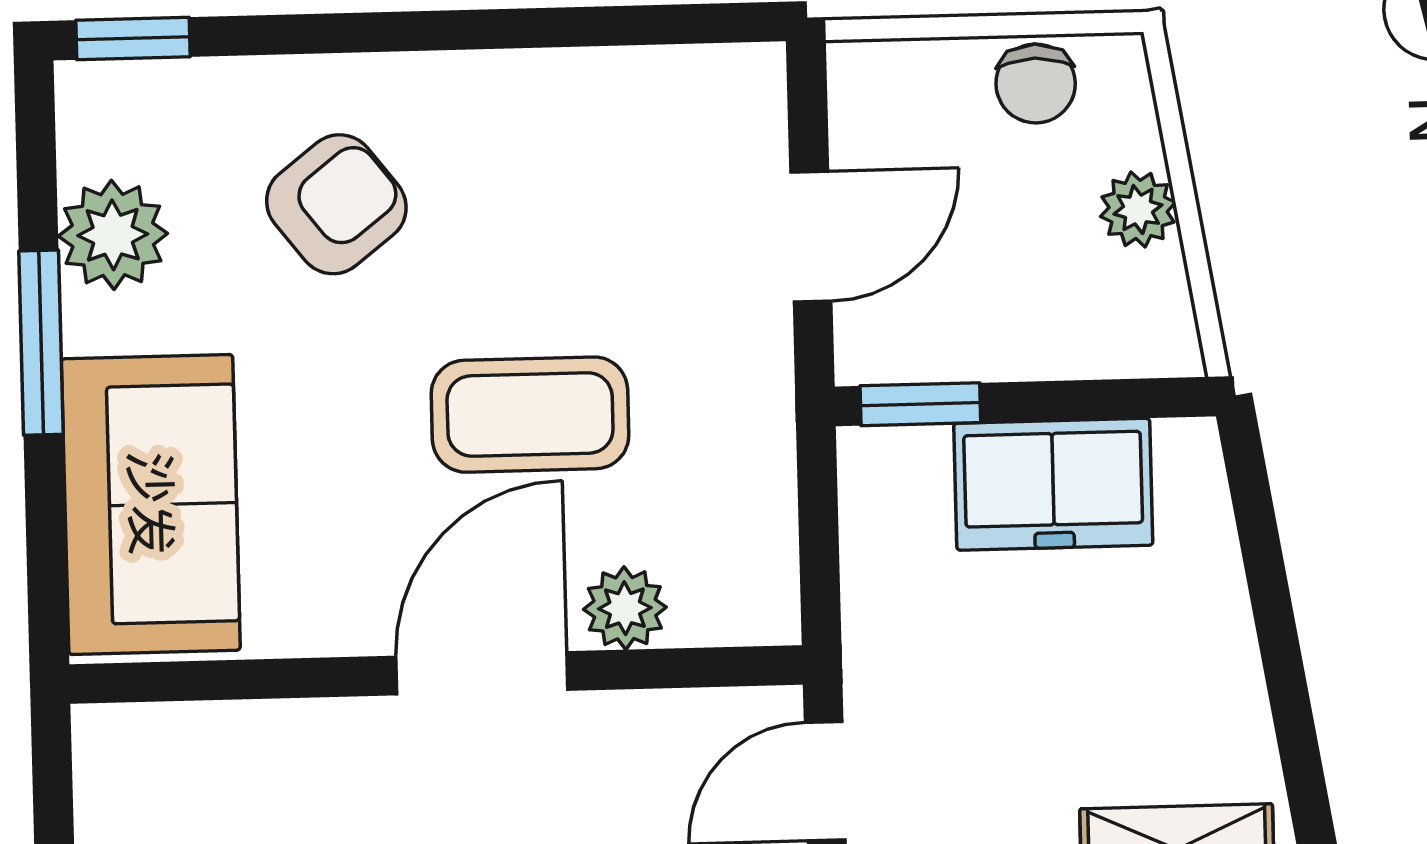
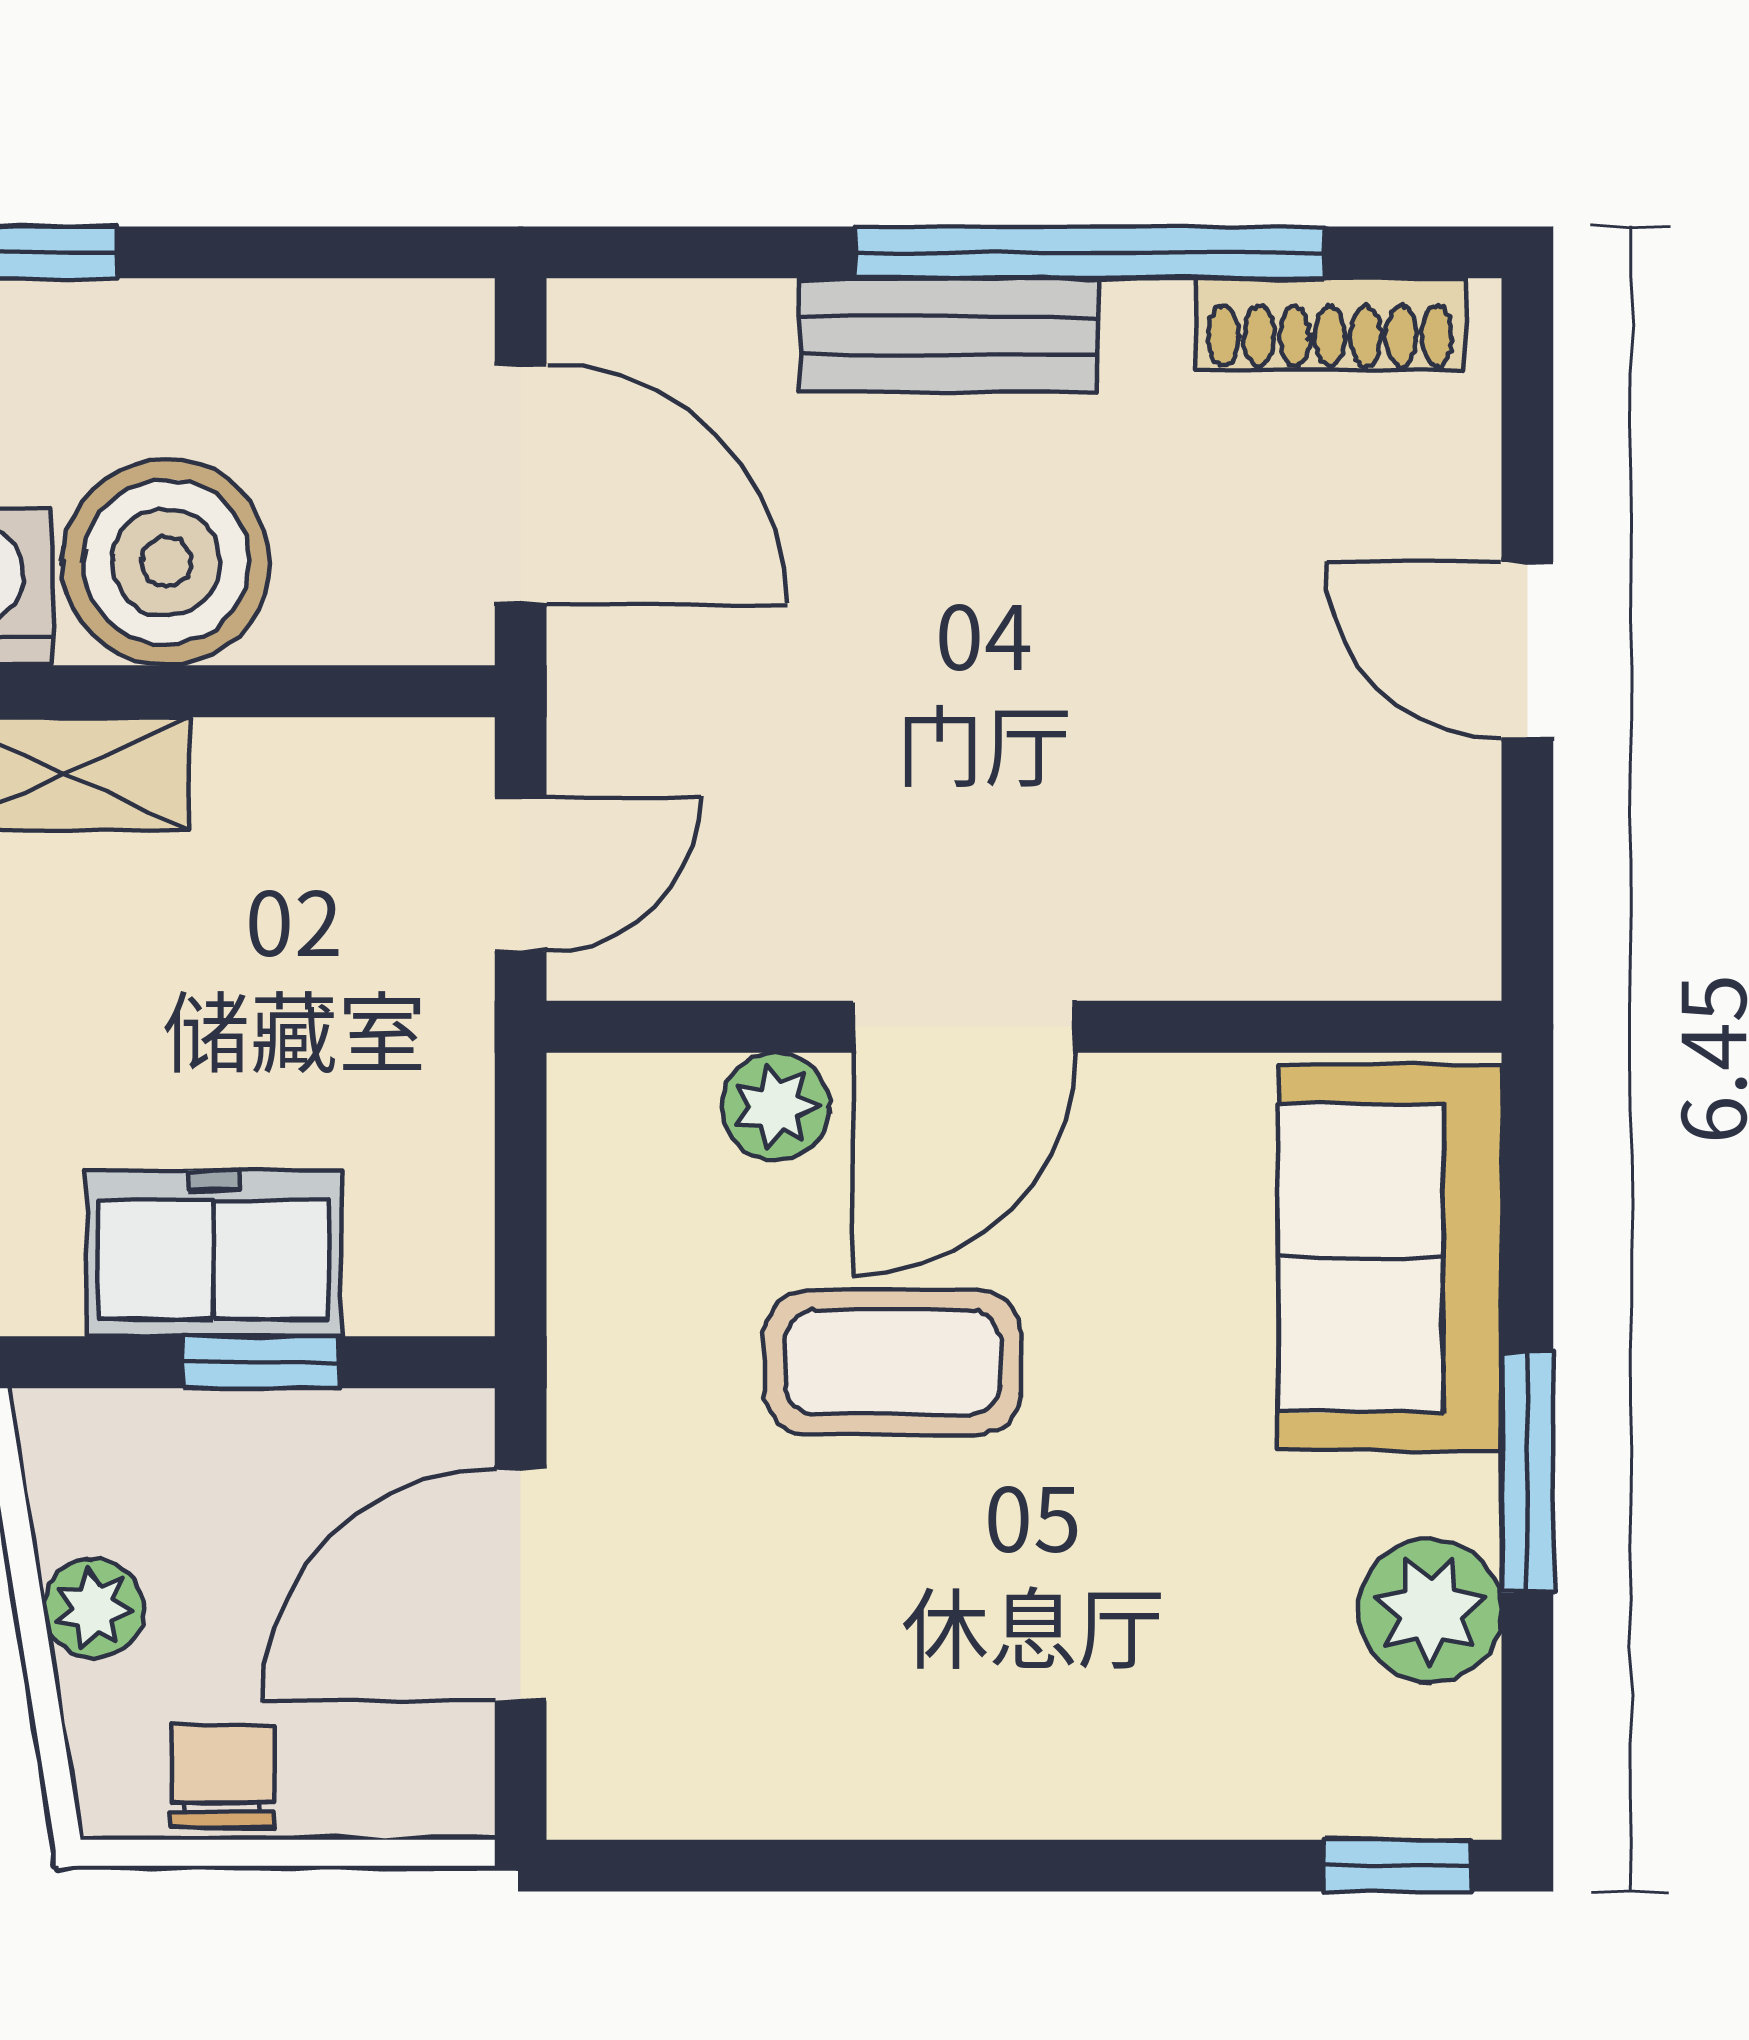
armchair: (336, 204) -> (1138, 1643), removed
door: (811, 237) -> (521, 1585), width x1.38
window: (920, 404) -> (261, 1362), moved

